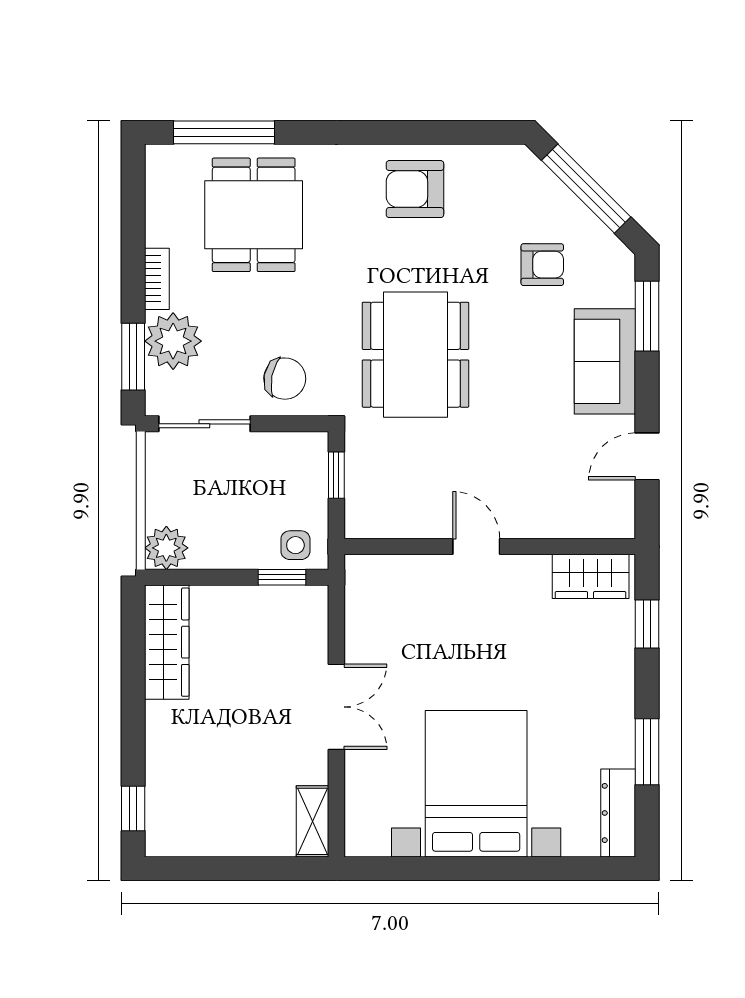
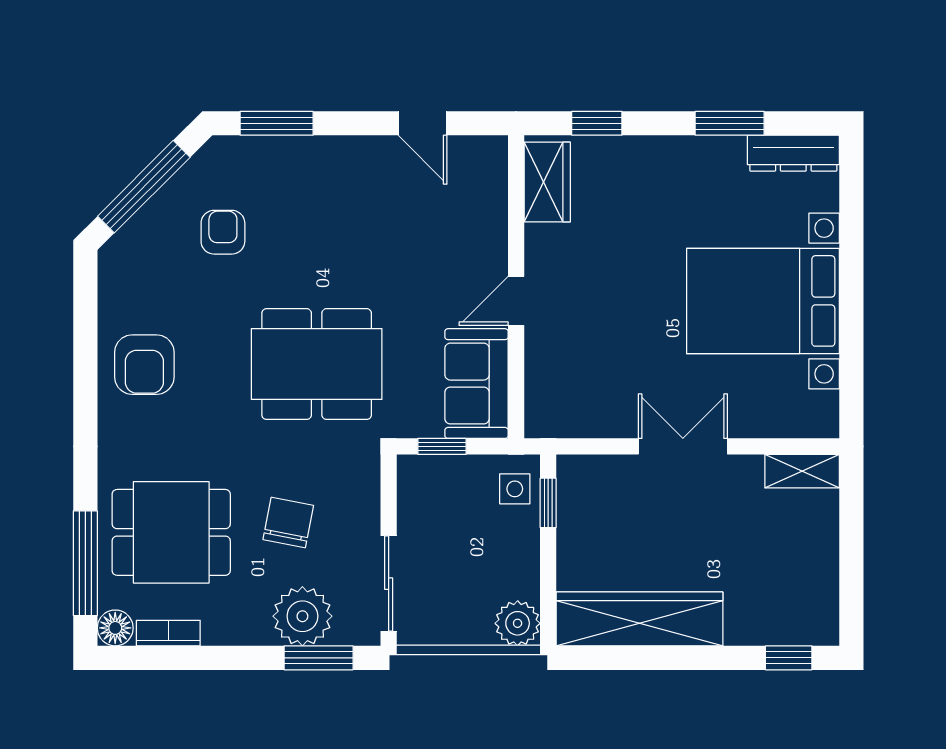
floor lamp: (162, 161) -> (115, 628), added
bookcase: (157, 279) -> (168, 633), moved
sofa: (605, 361) -> (476, 384), moved, turned 90
chair: (285, 379) -> (288, 523), moved
wardrobe: (167, 642) -> (639, 619), width x1.40, depth x1.17

